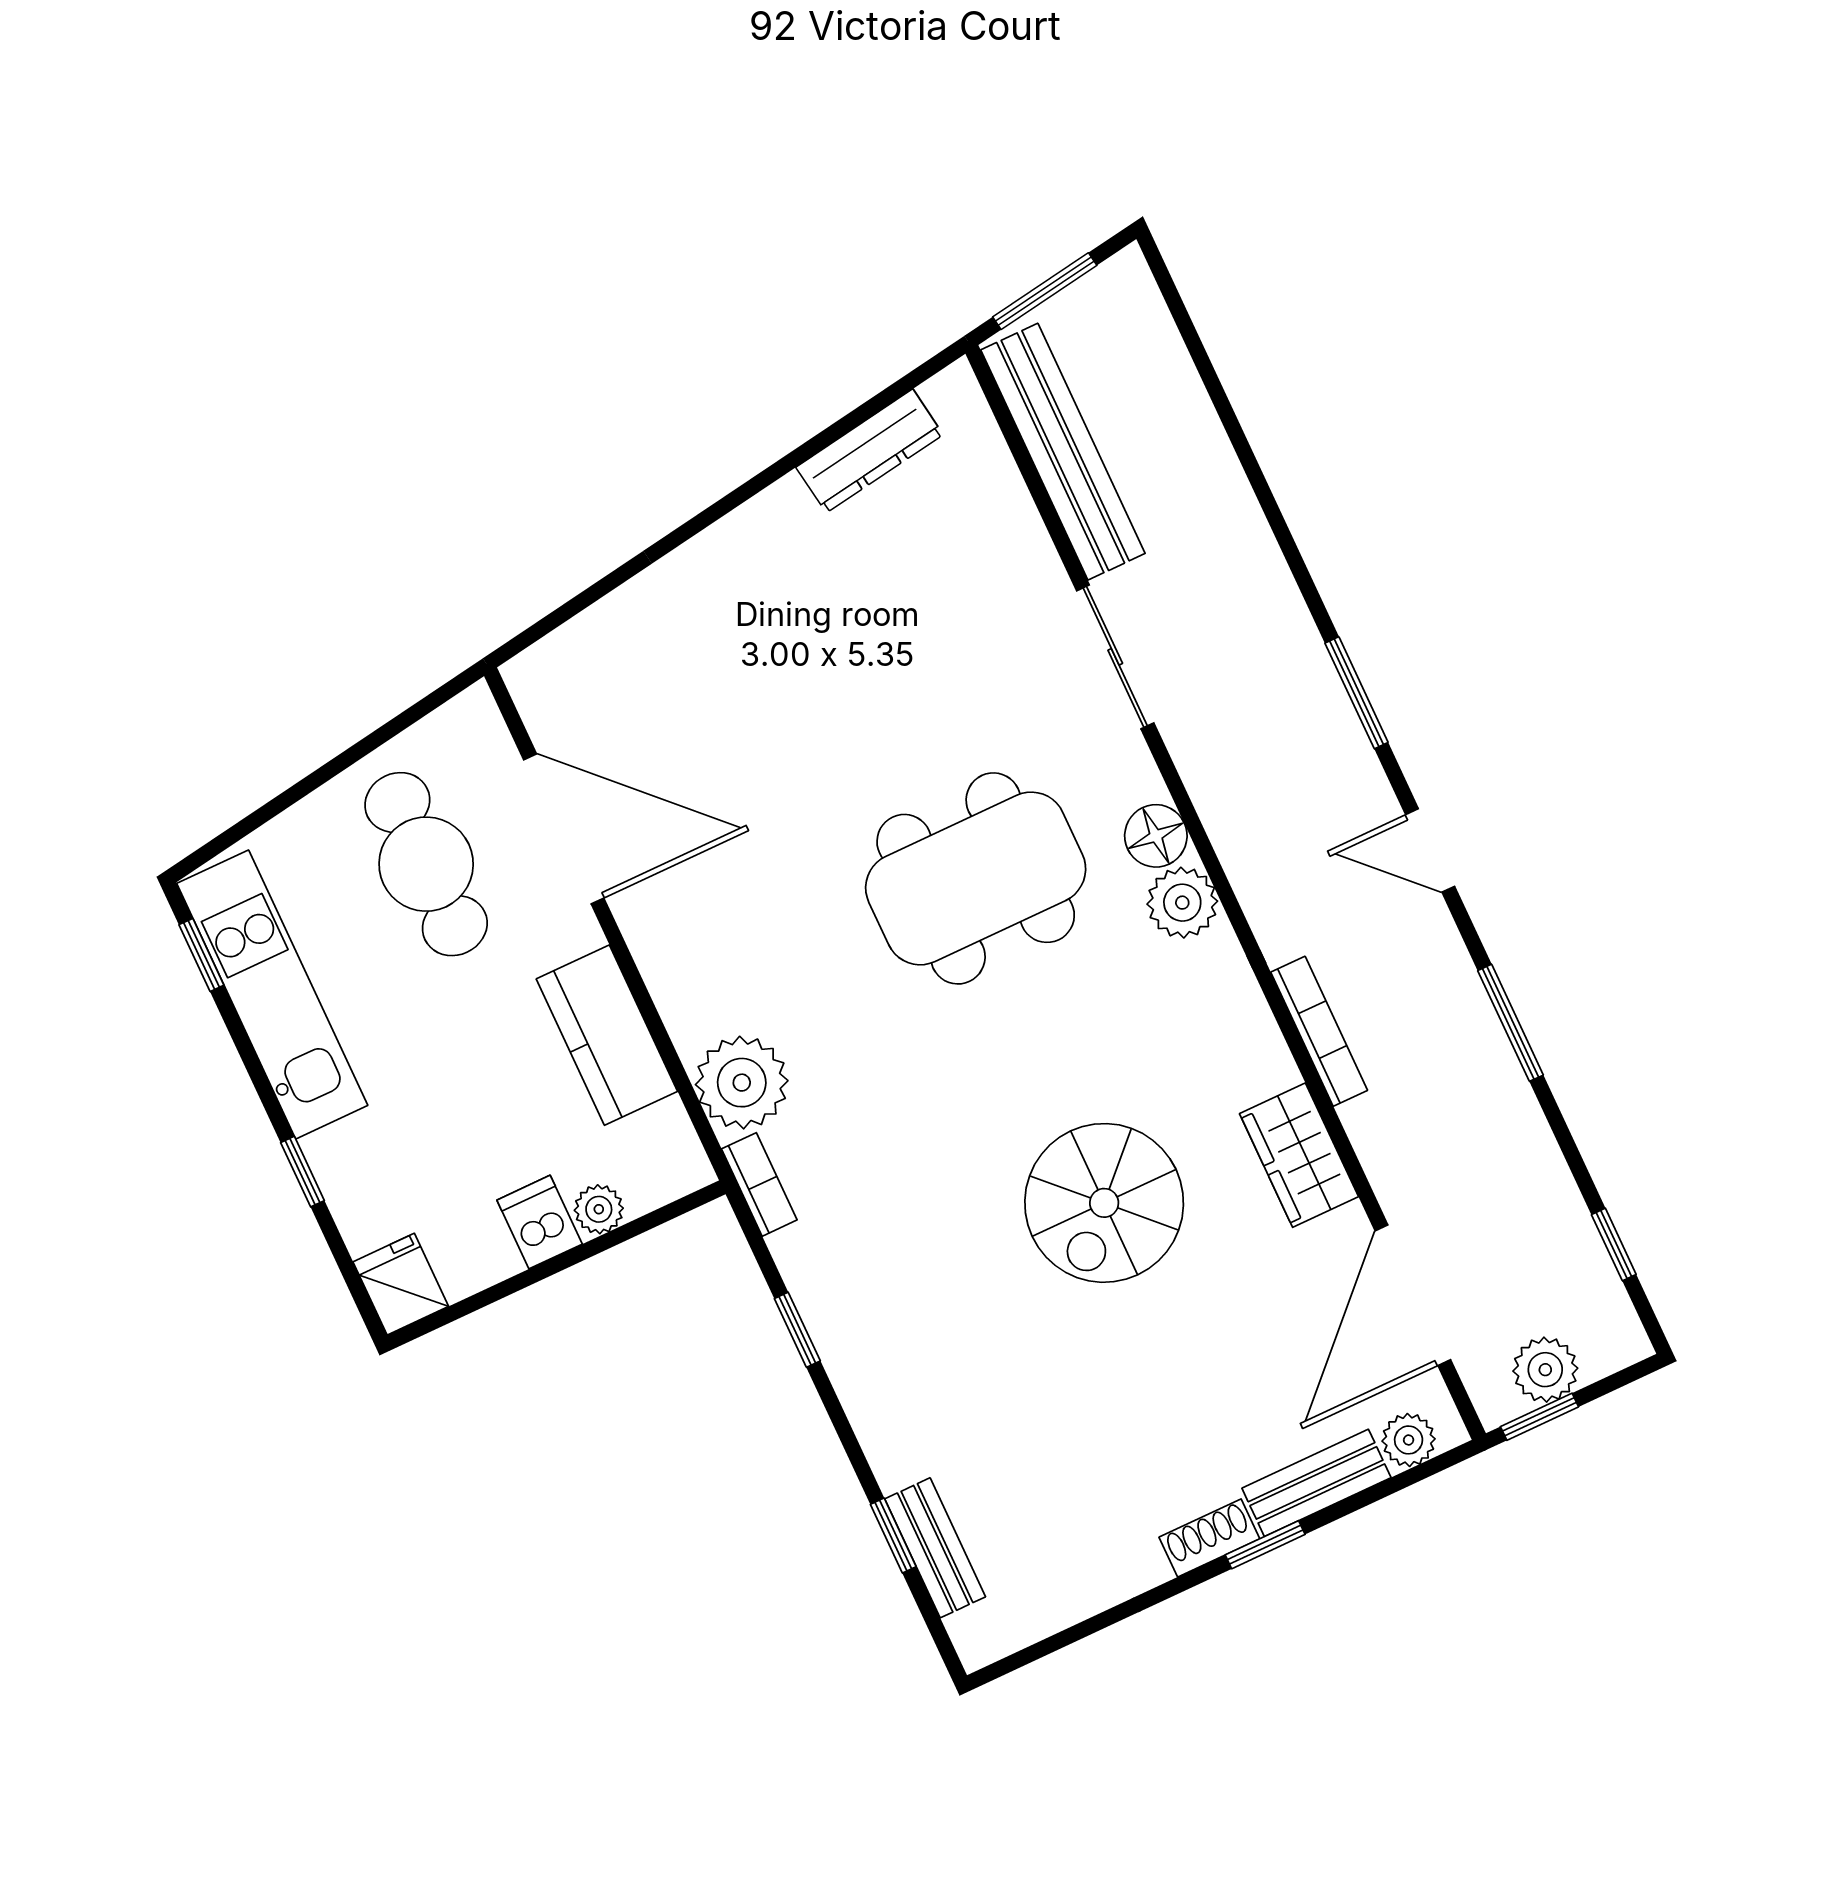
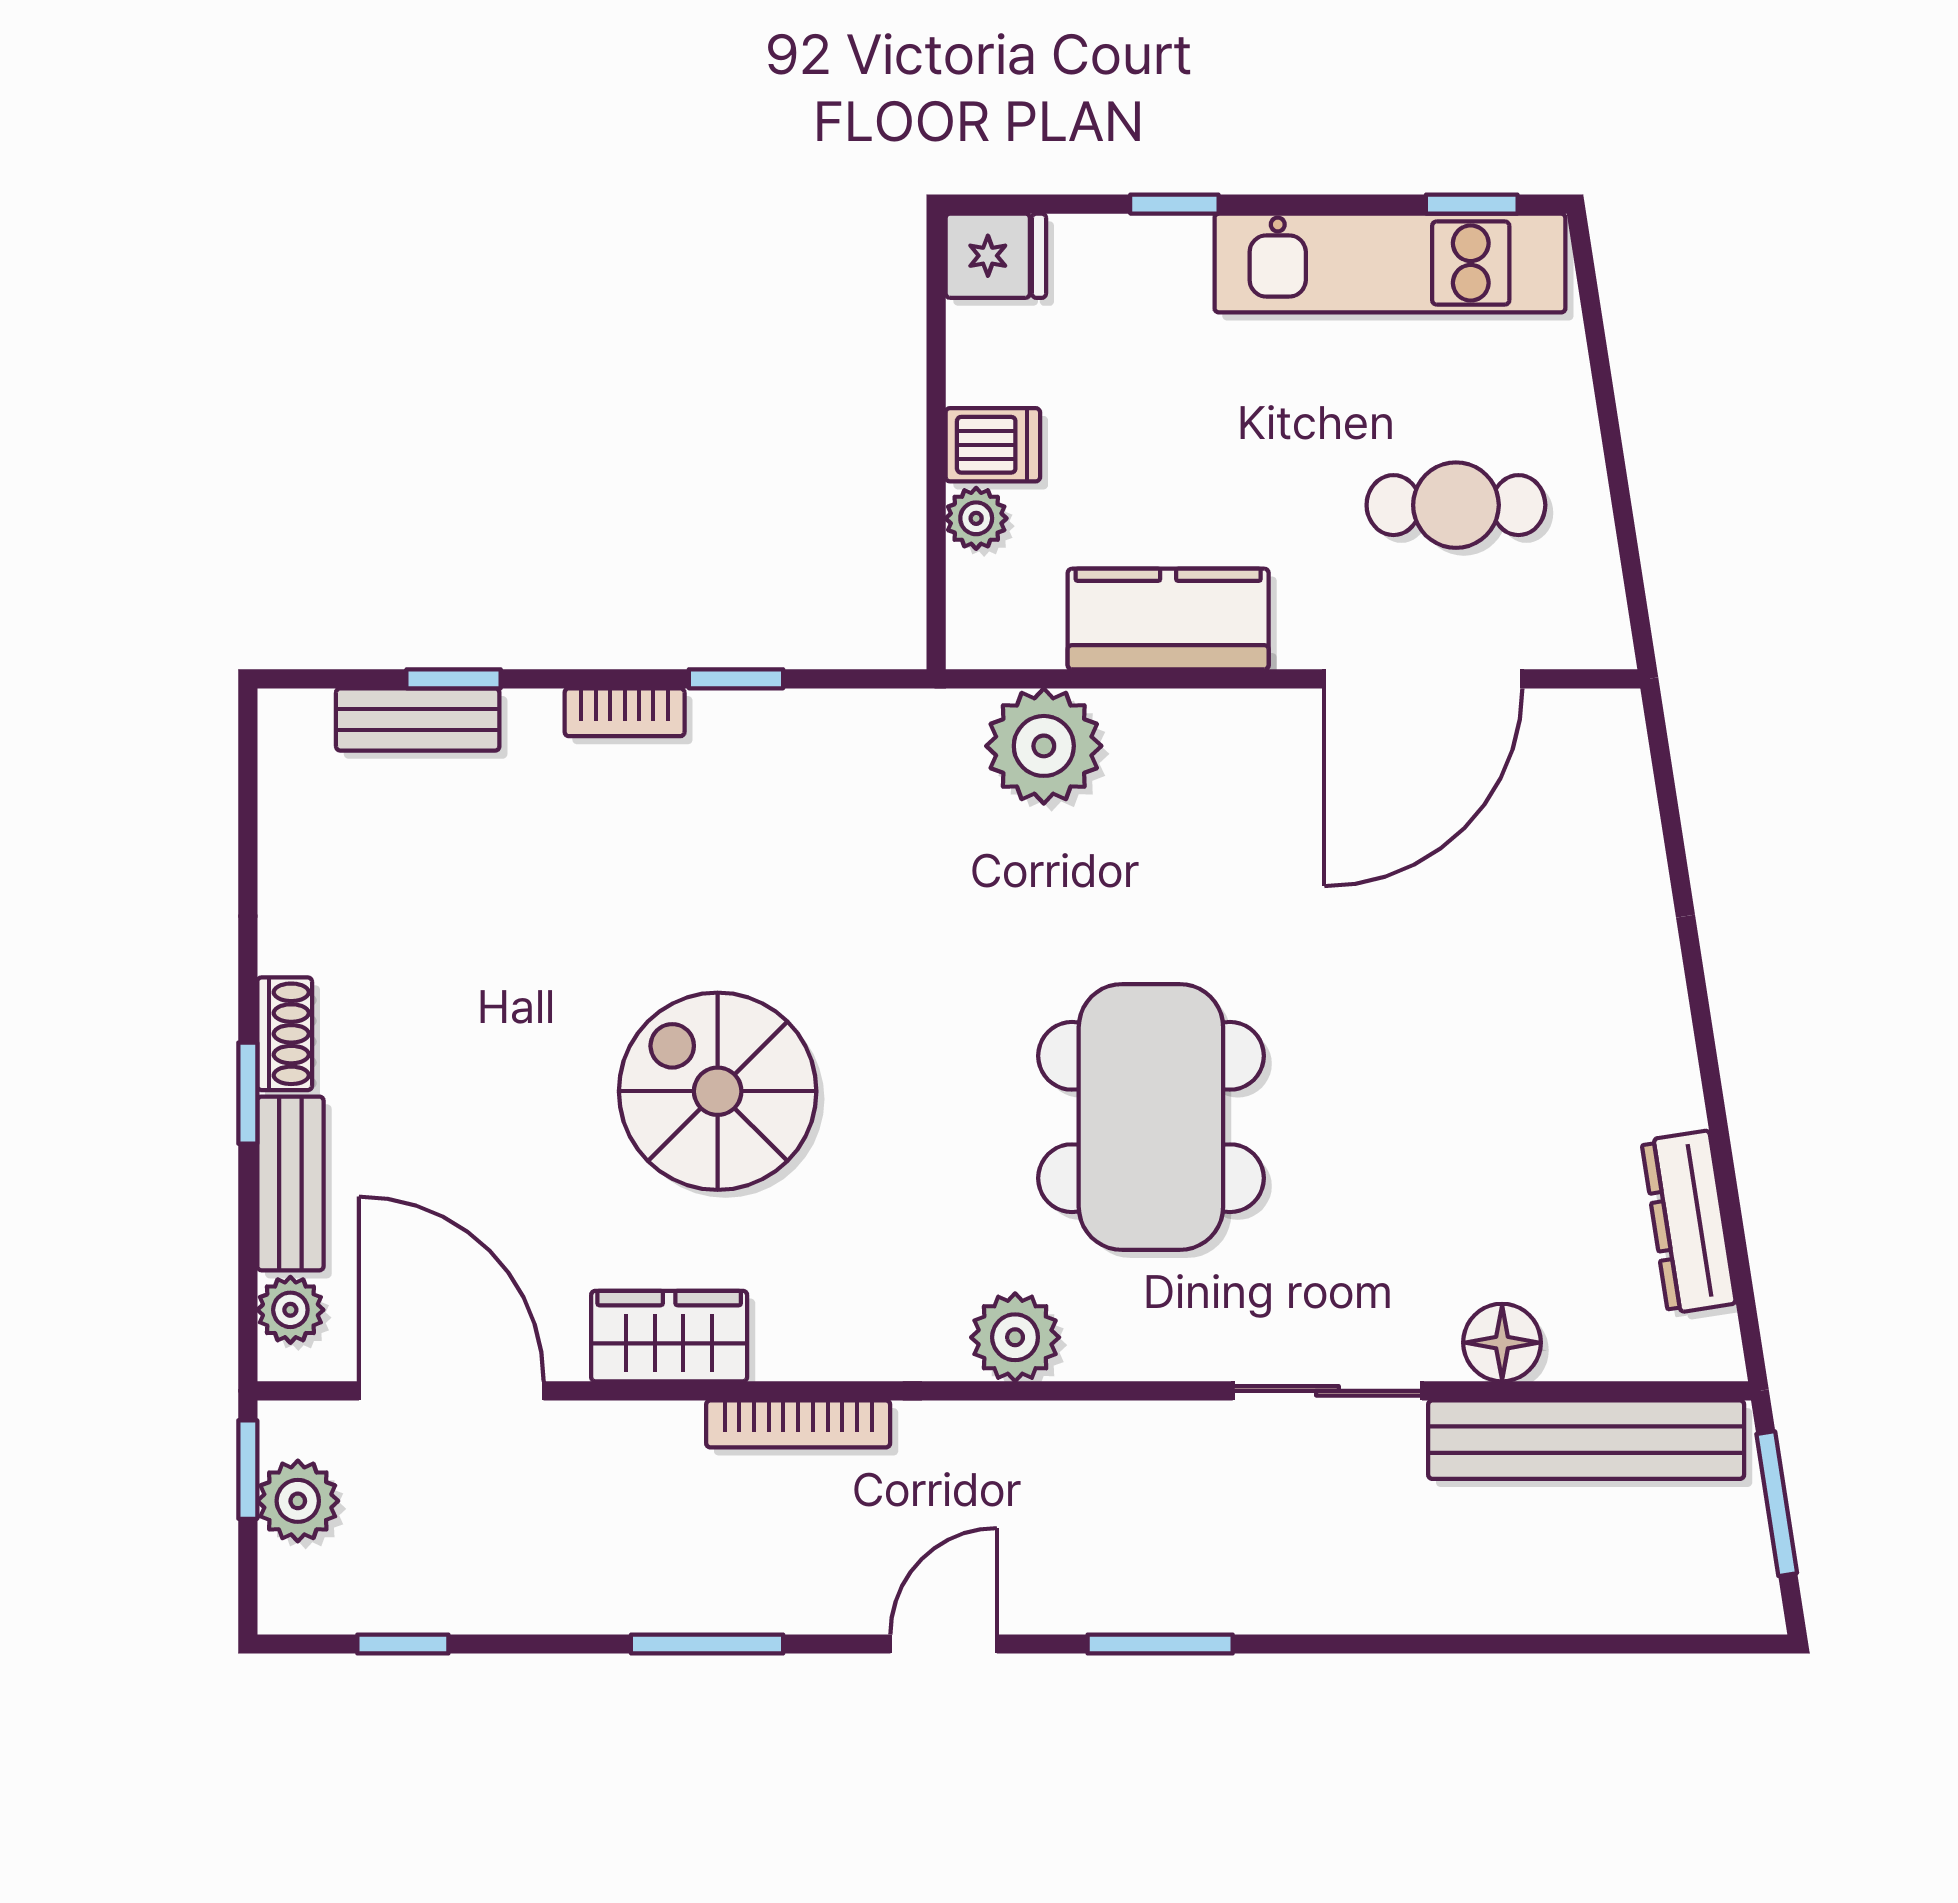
floor lamp: (1156, 836) -> (1502, 1343), moved
cafe table: (426, 864) -> (1456, 505), width x0.73, depth x0.74
bookcase: (759, 1184) -> (625, 712), moved

